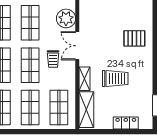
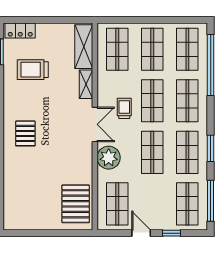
pallet: (134, 38) -> (25, 133), turned 90
trolley: (115, 78) -> (33, 70), moved
locker: (126, 123) -> (20, 30), moved

